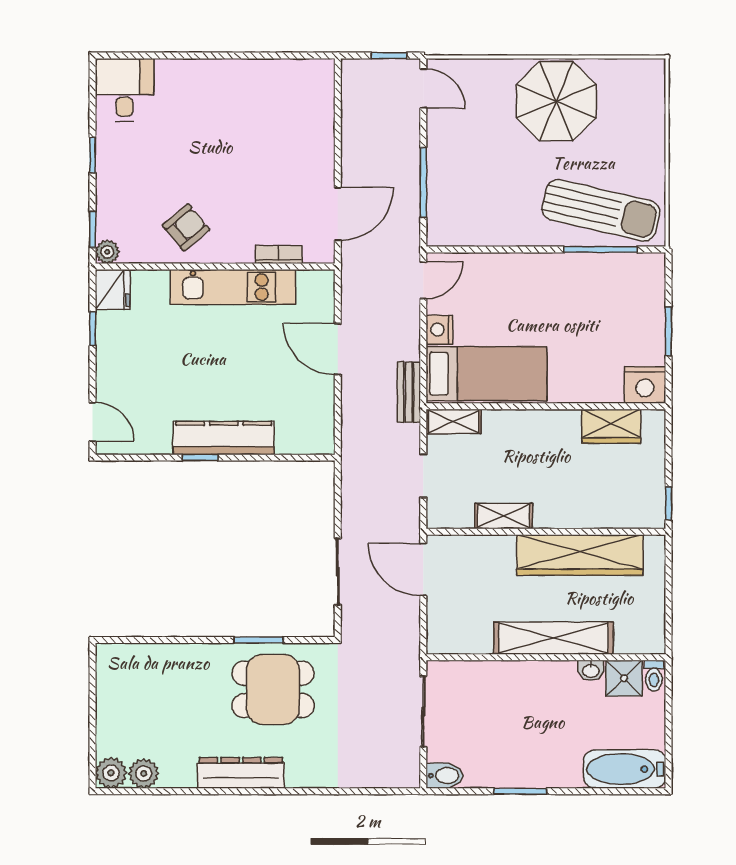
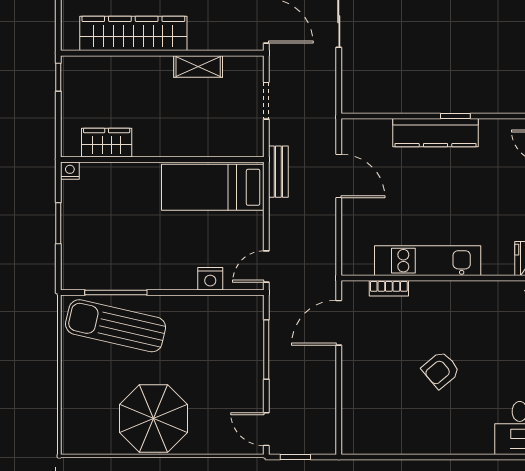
armchair: (186, 227) -> (441, 370), moved
nightstand: (440, 330) -> (210, 279), moved, turned 90
door: (338, 349) -> (339, 176), moved
nightstand: (645, 385) -> (70, 171), width x0.53, depth x0.56
shelving: (454, 421) -> (241, 147), removed

